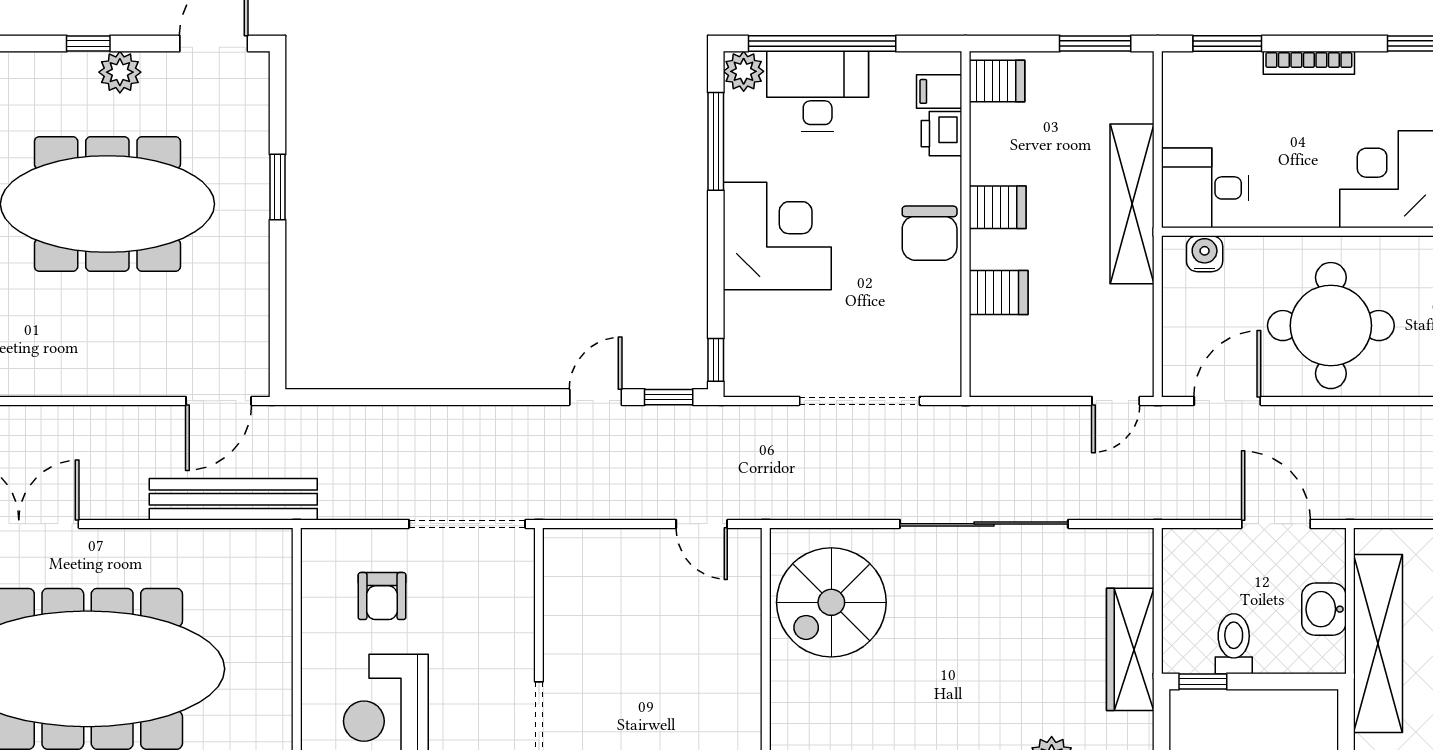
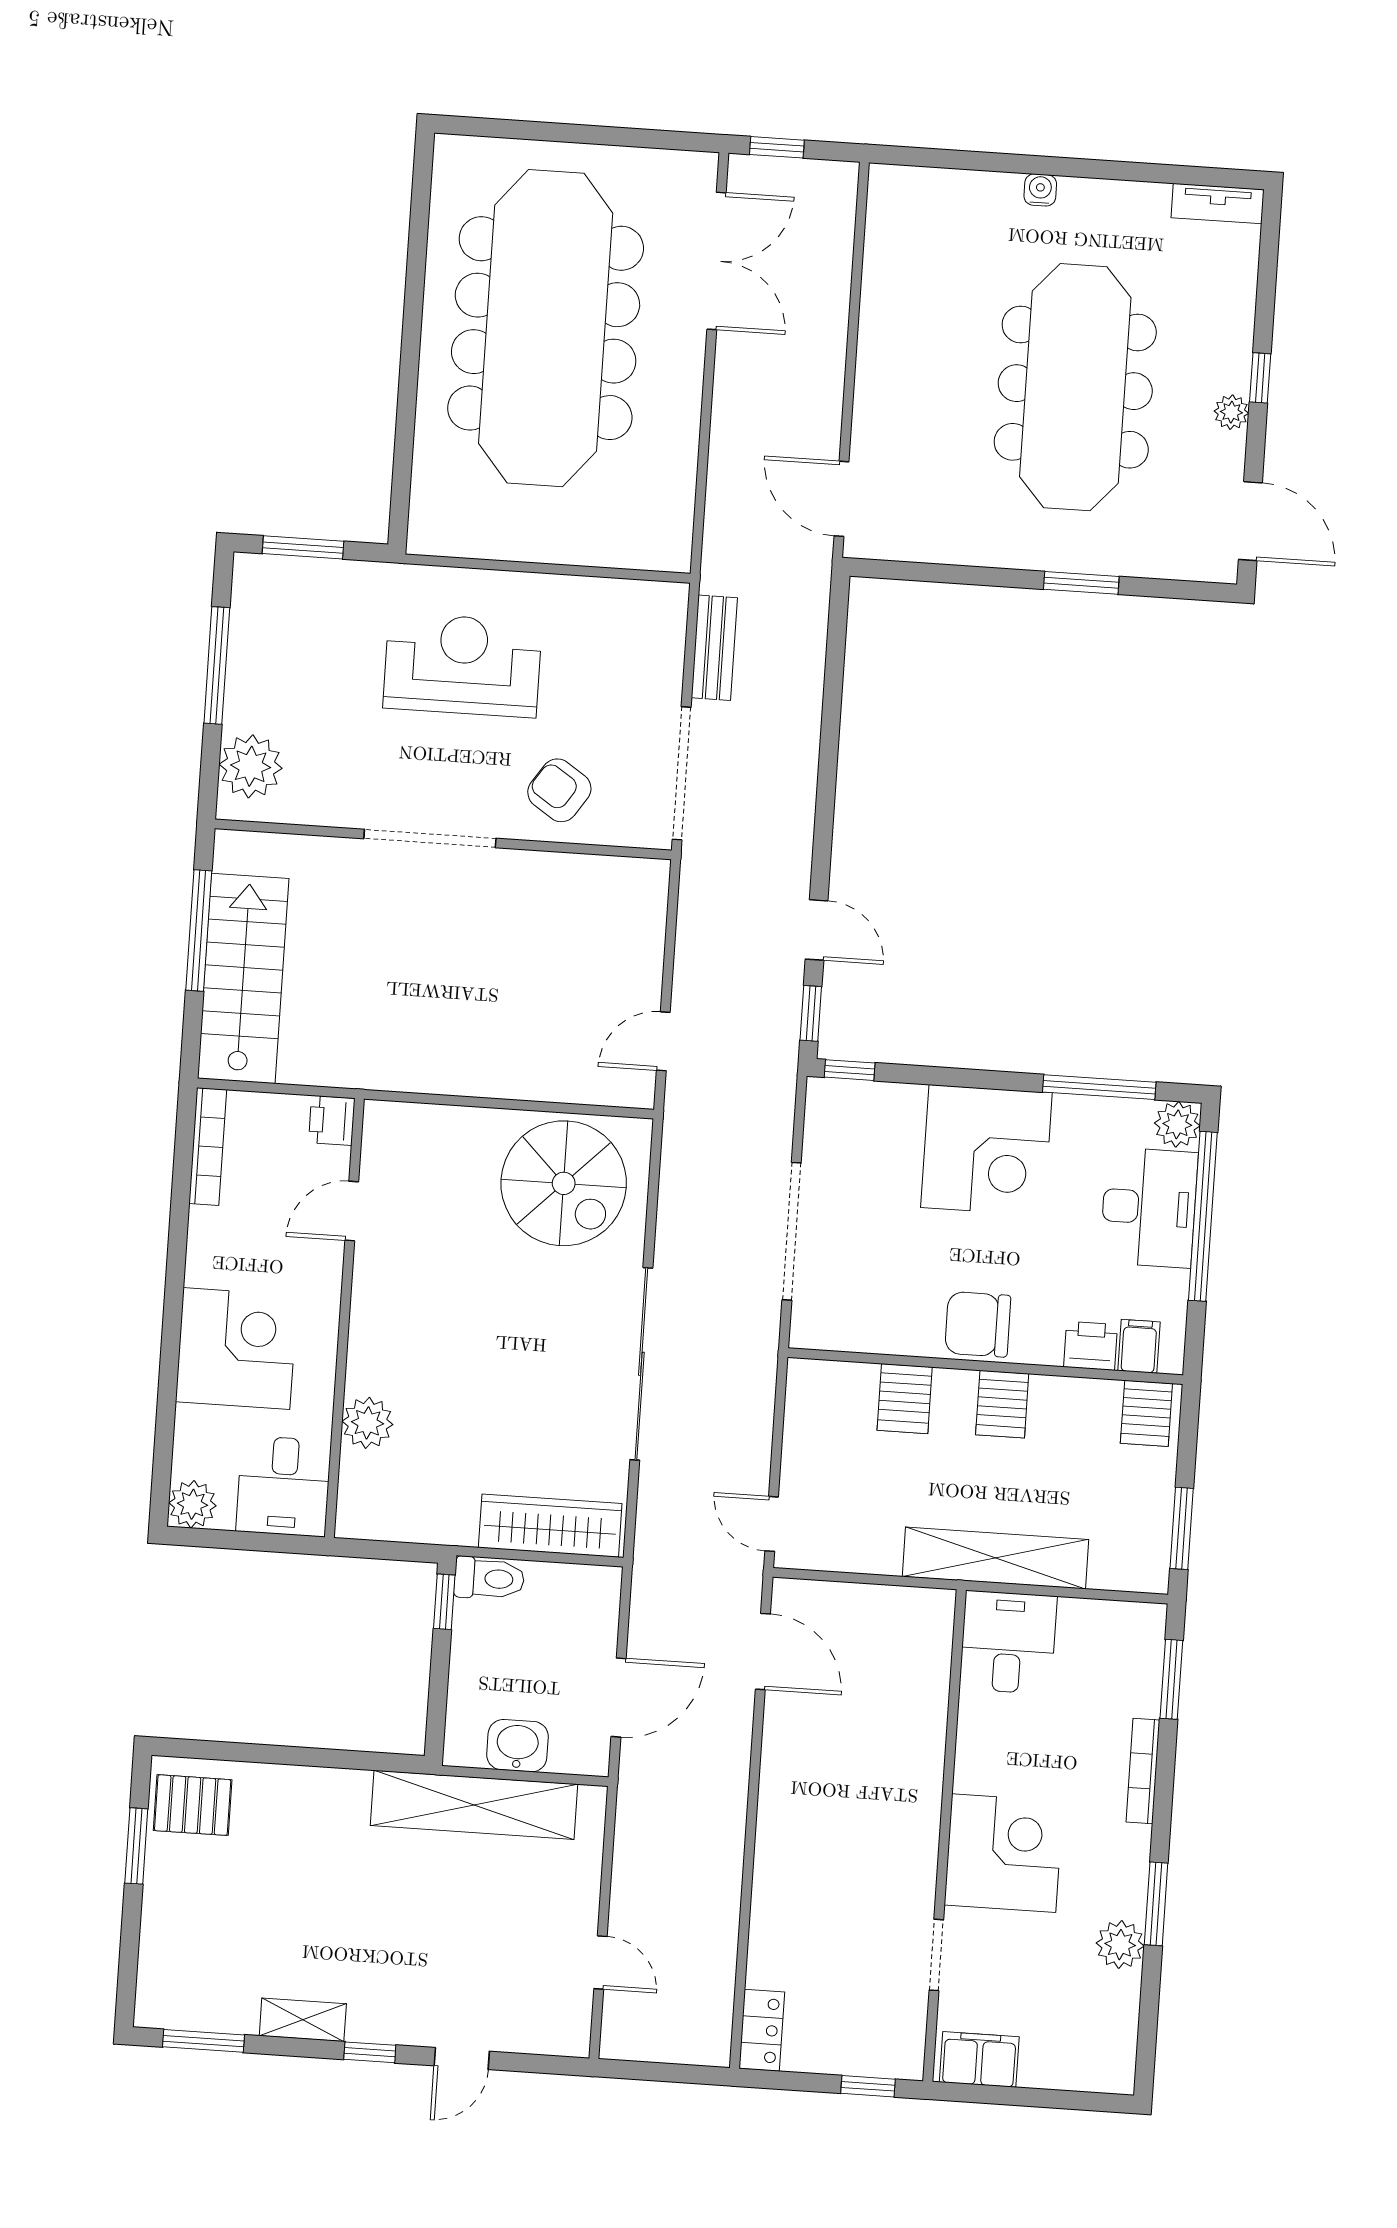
plant: (120, 72) -> (1231, 412), width x0.73, depth x0.73
water cooler: (1205, 254) -> (933, 1637), removed
round table: (1331, 326) -> (841, 1776), removed
bench: (233, 499) -> (714, 648), moved, width x0.54, depth x0.82
armchair: (382, 596) -> (559, 790), moved, turned 34
spiral stairs: (831, 602) -> (564, 1183), turned 180
toilet: (1234, 644) -> (489, 1578), moved
wardrobe: (1130, 649) -> (550, 1526), moved

